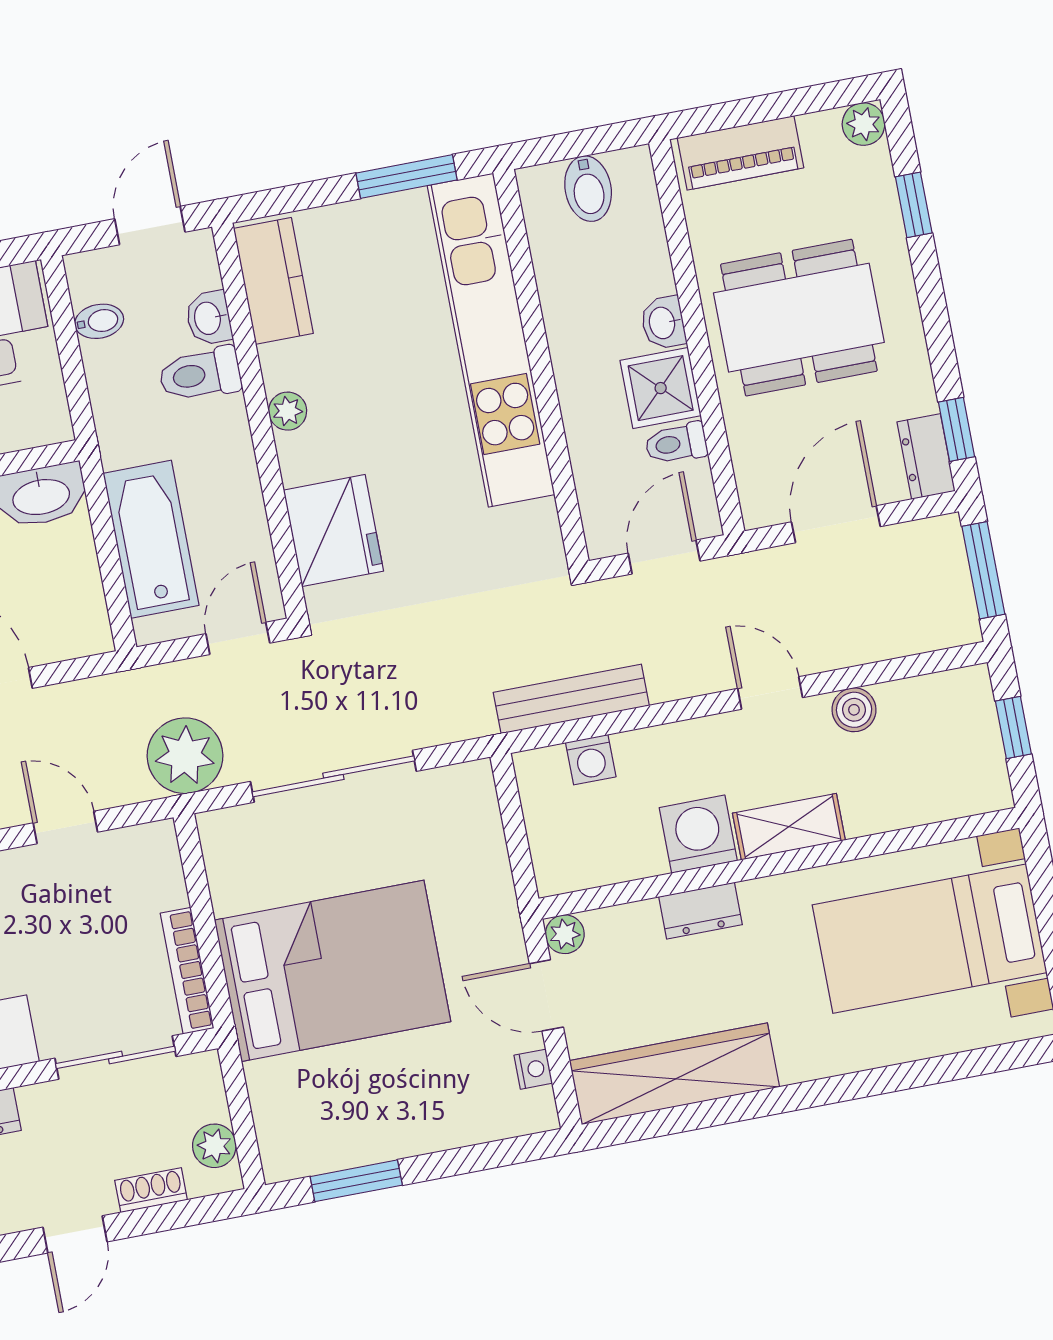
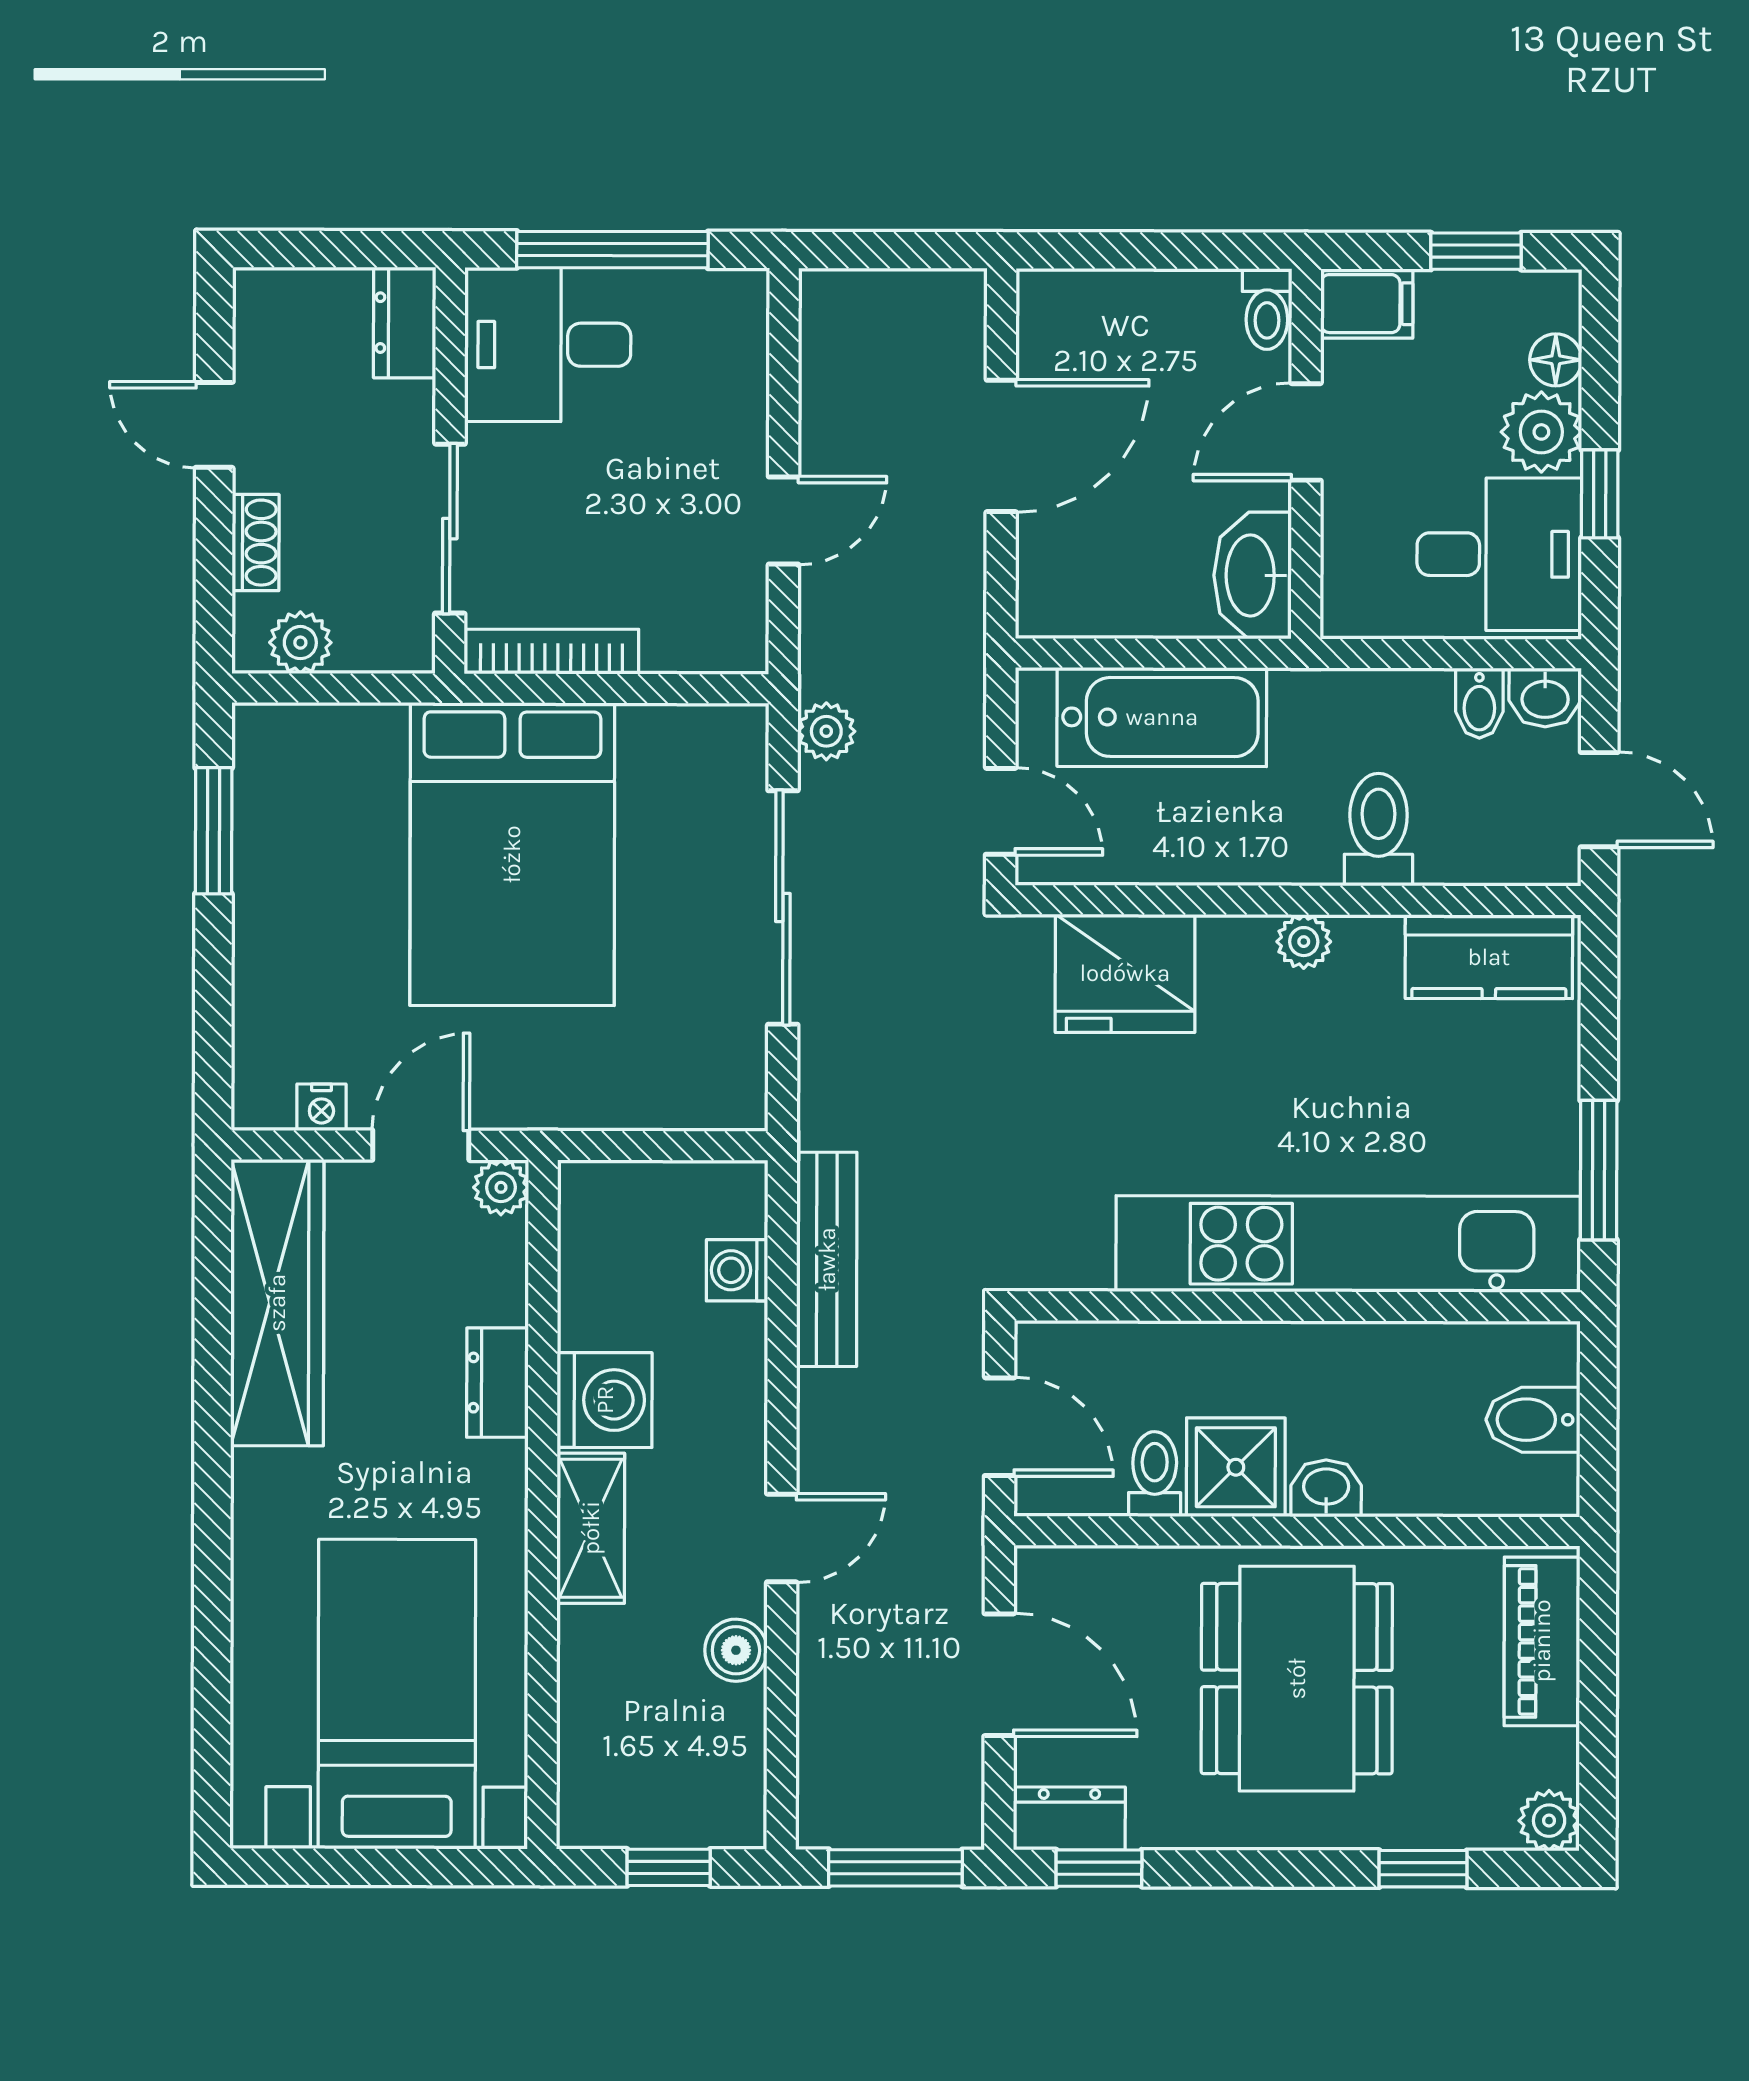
washbasin: (209, 318) -> (1545, 698), moved, turned 180
plant: (185, 756) -> (826, 731), width x0.53, depth x0.53

